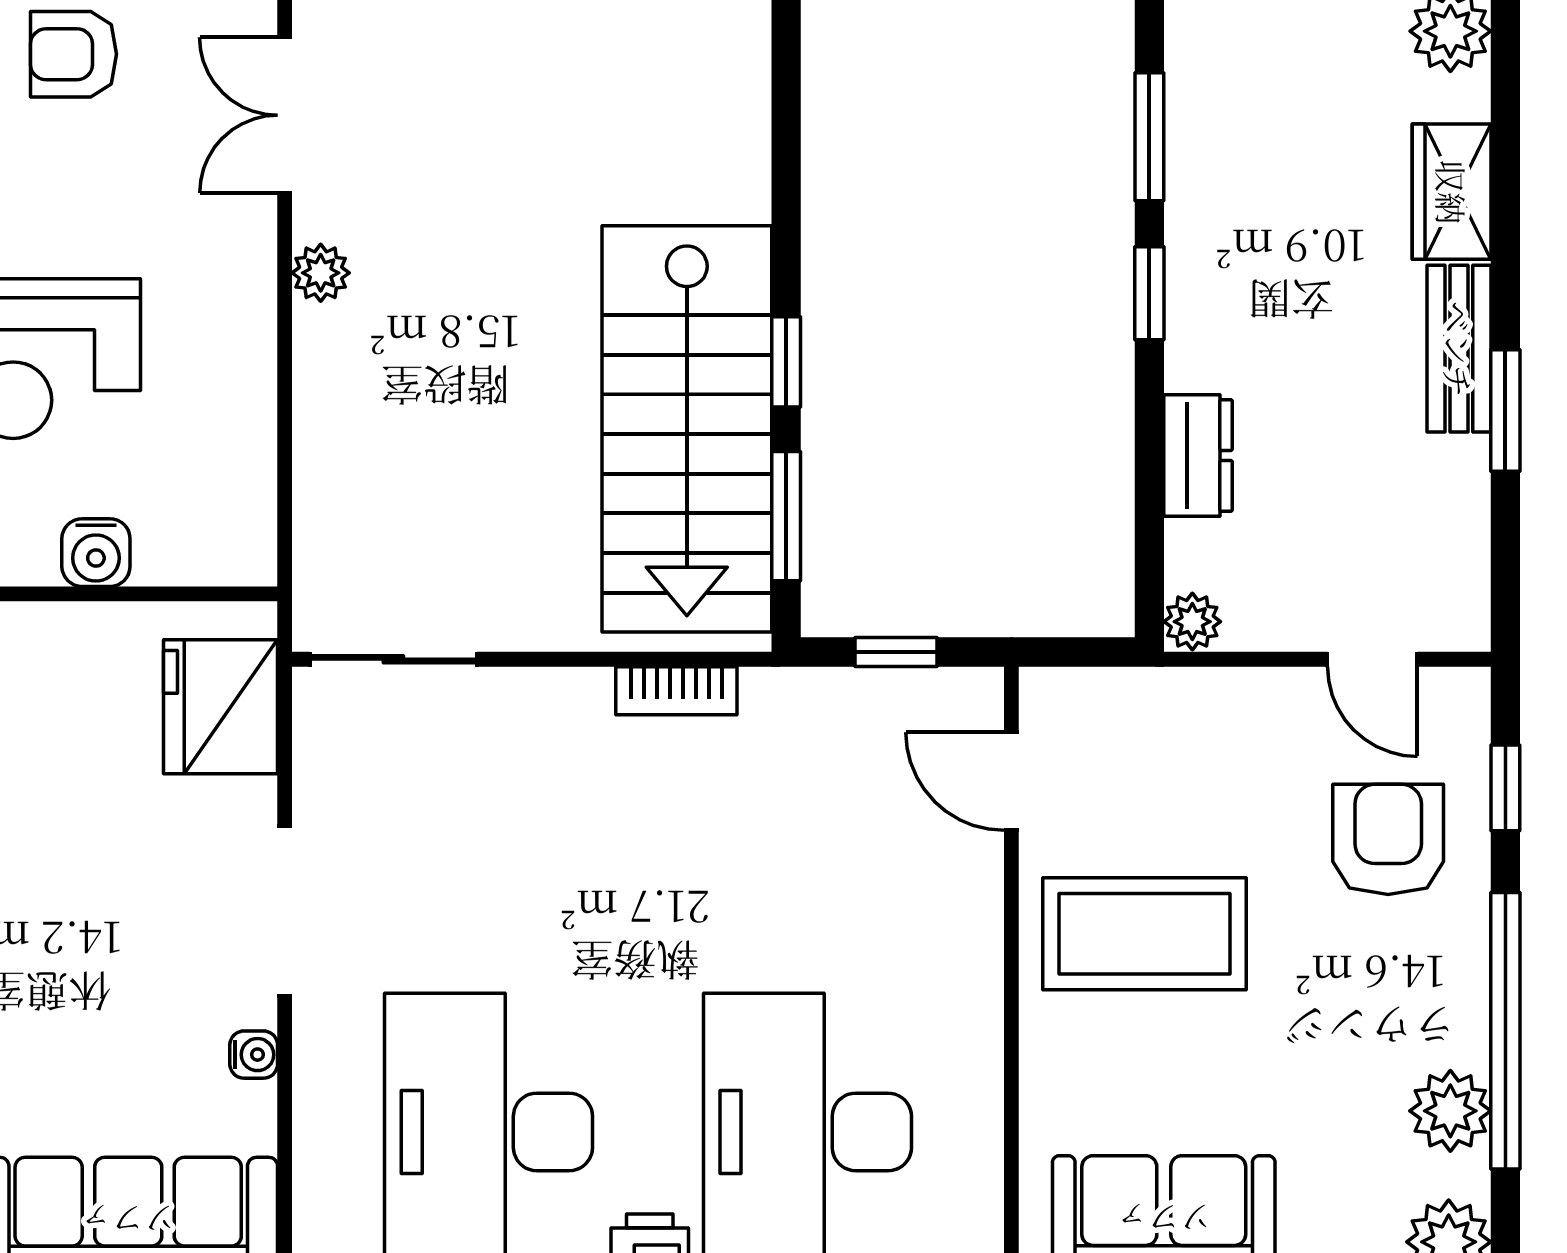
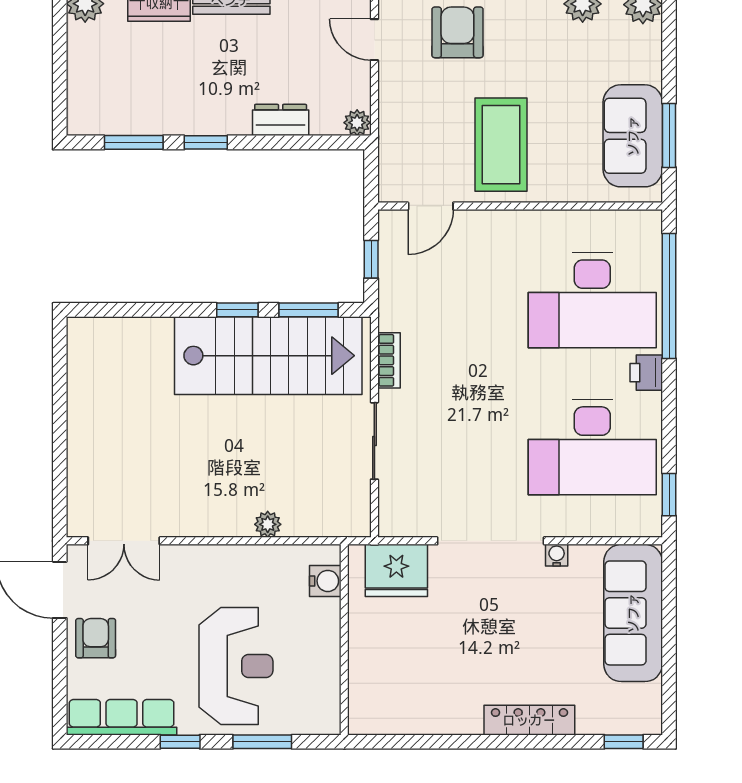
armchair: (73, 54) -> (96, 638), turned 180
plant: (321, 273) -> (268, 524), moved
water cooler: (96, 553) -> (325, 581), moved
sliding door: (393, 659) -> (374, 441), moved
door: (1372, 659) -> (374, 40), swing flipped
armchair: (1388, 839) -> (457, 32), turned 90
doorway: (285, 911) -> (491, 541), width x1.36

